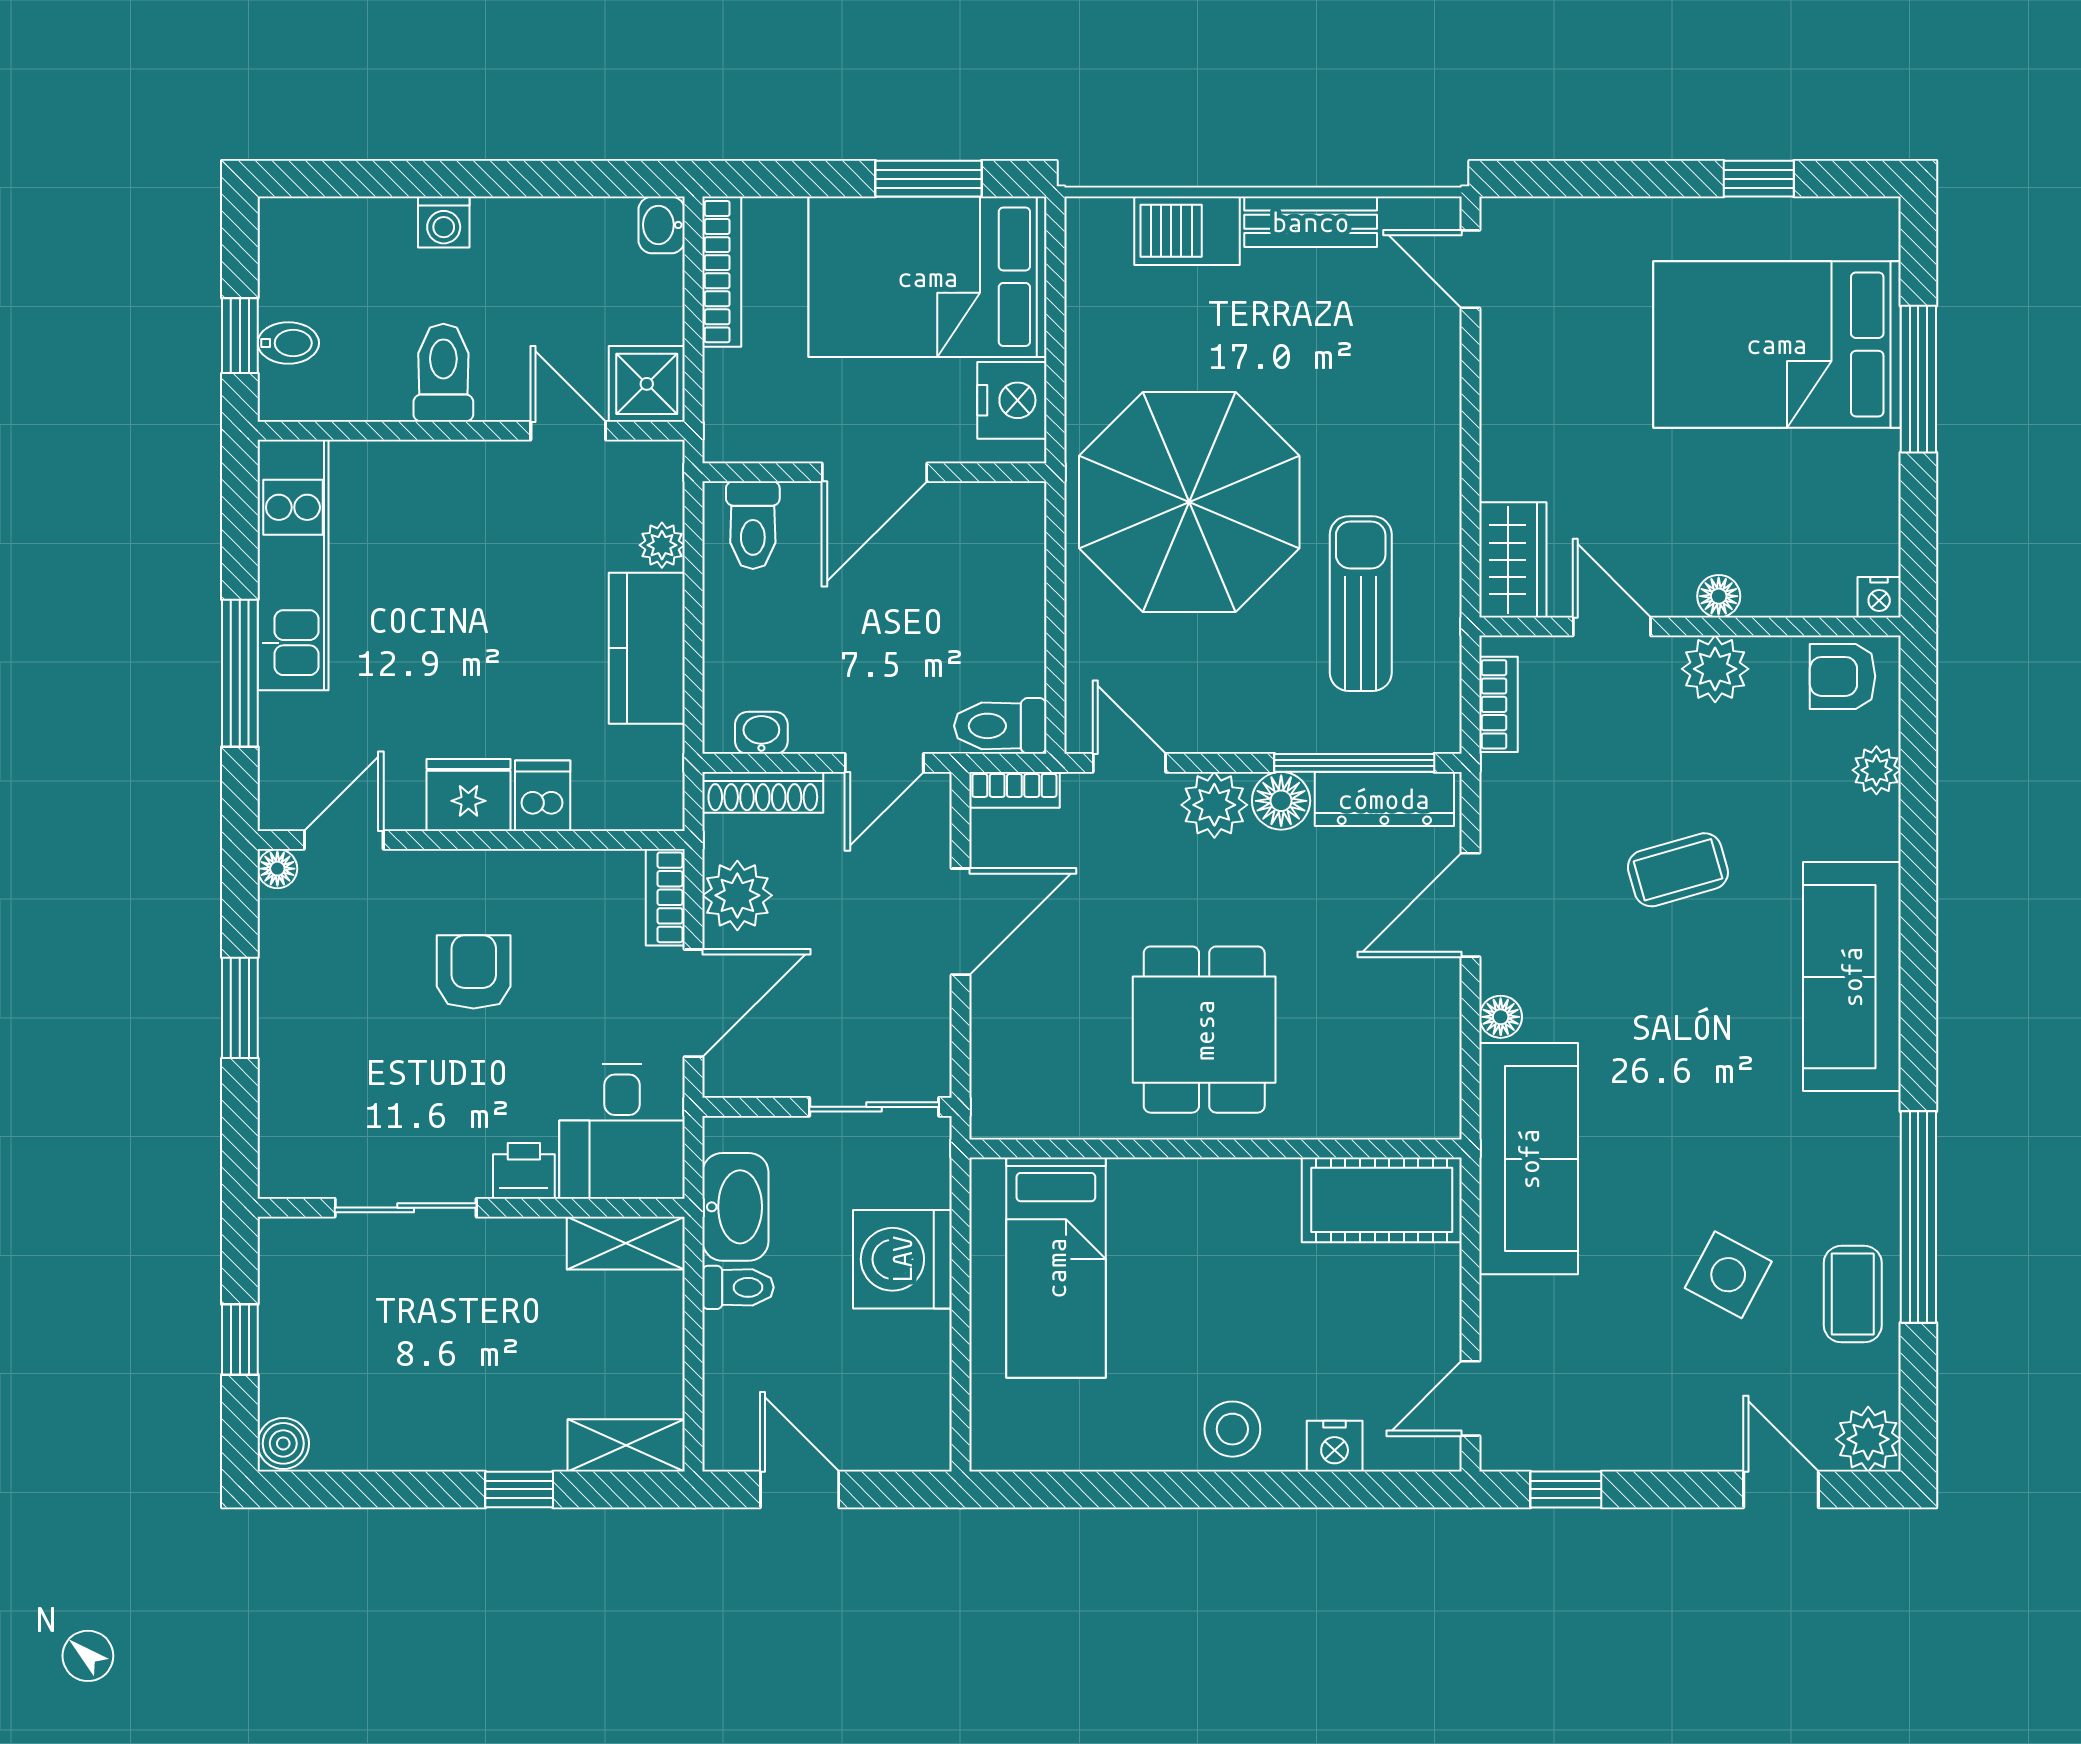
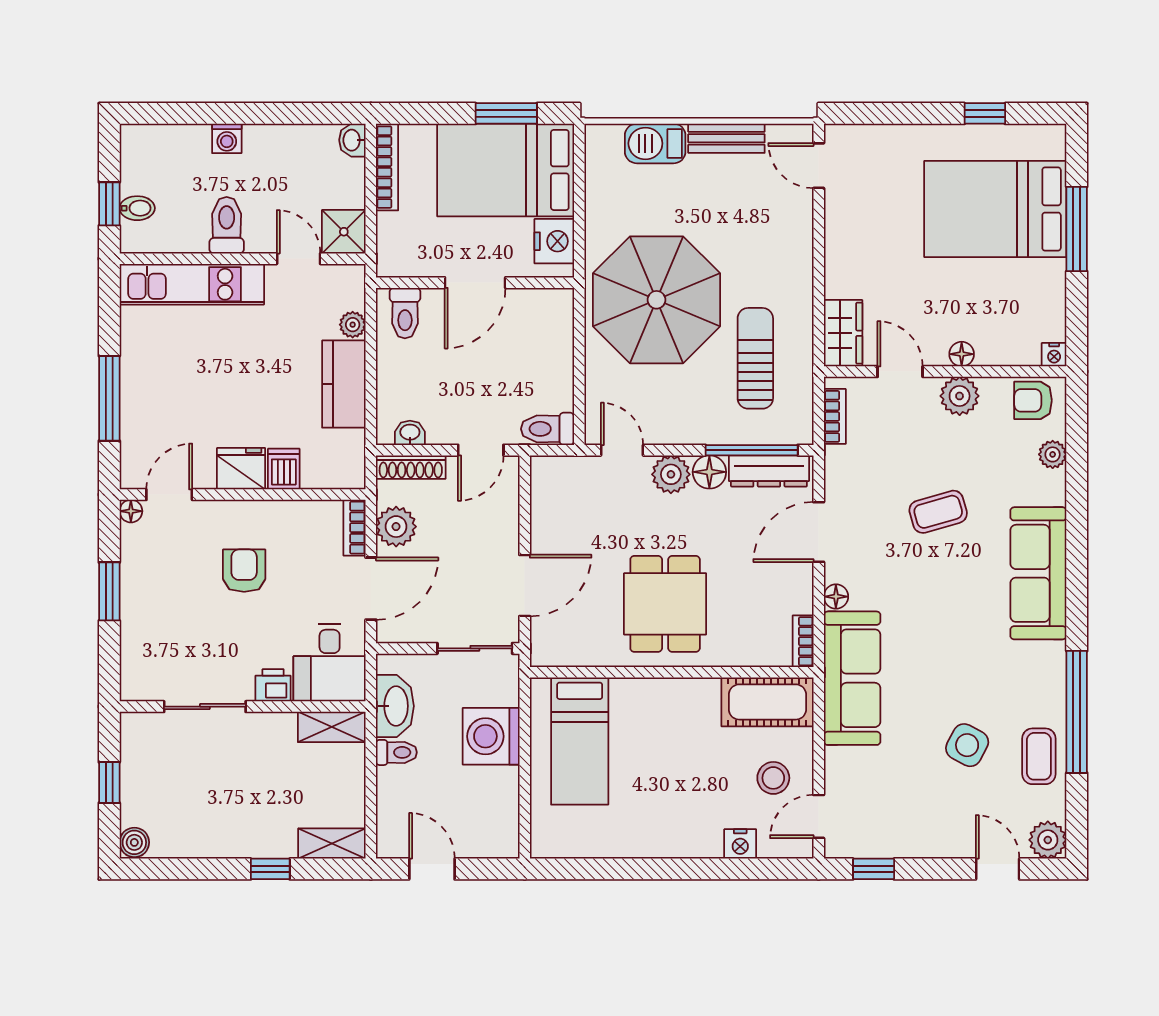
kitchen unit: (293, 565) -> (192, 284), moved, turned 90
bookcase: (1014, 790) -> (803, 641), moved, turned 90
door: (960, 922) -> (525, 585), moved
stool: (1232, 1429) -> (773, 778), moved

